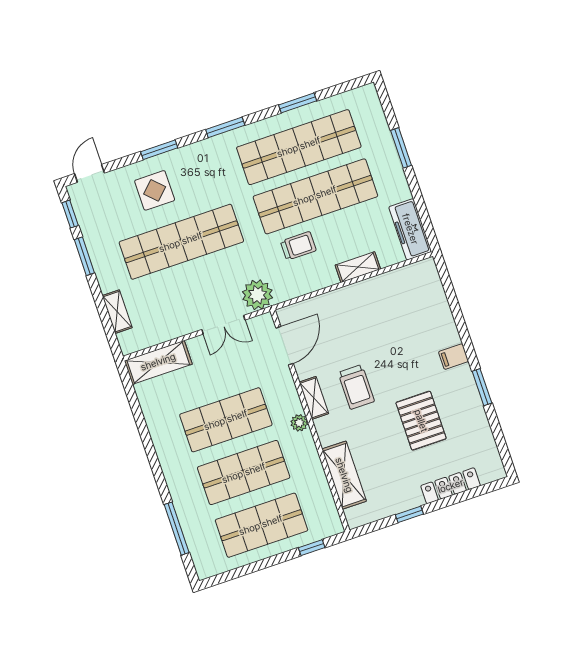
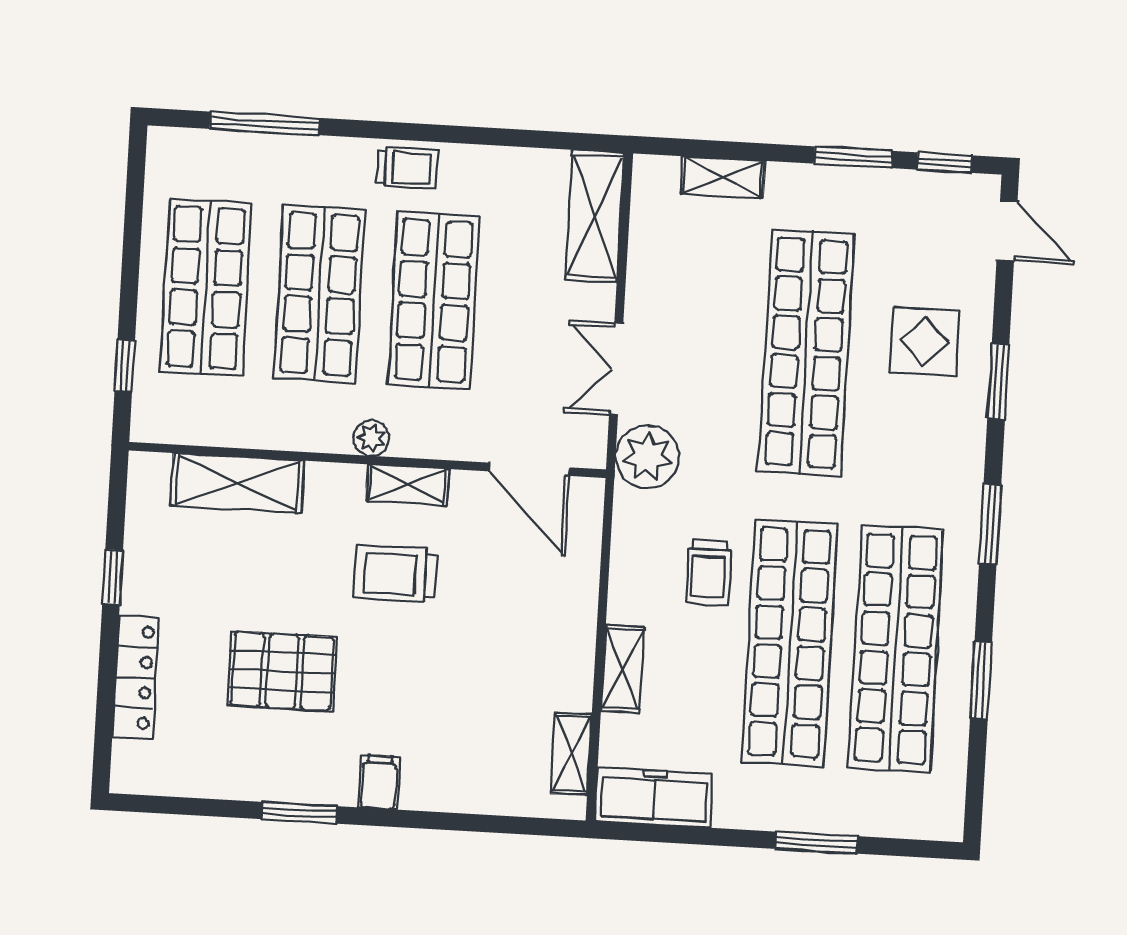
shelving: (406, 275) -> (571, 754), added
trolley: (171, 456) -> (407, 168), added

